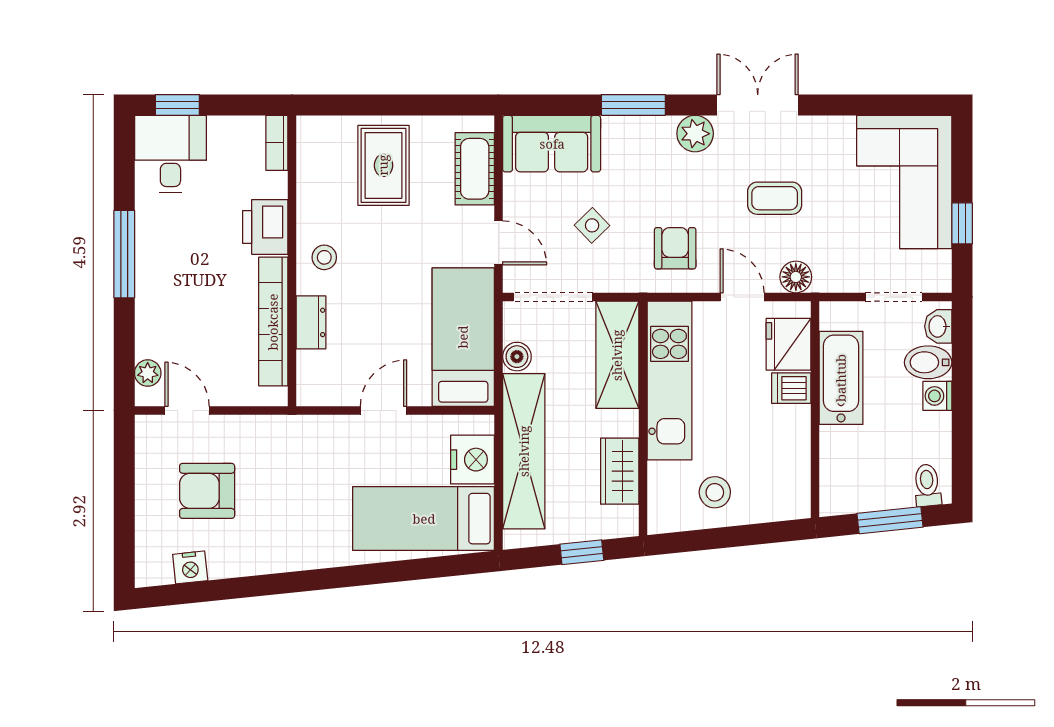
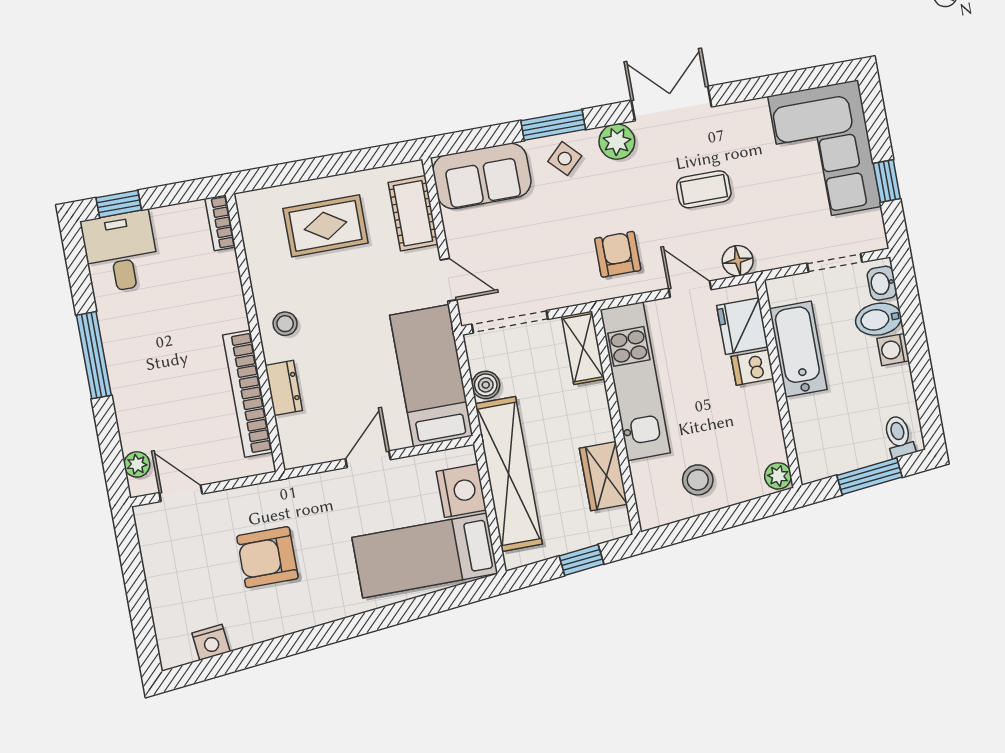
rug: (383, 165) -> (326, 226), turned 90
side table: (592, 225) -> (565, 159), moved
printer: (265, 227) -> (224, 305), removed
shelving: (617, 355) -> (583, 348), width x0.67, depth x0.75
armchair: (207, 491) -> (267, 557), moved
plant: (797, 503) -> (778, 476), added

